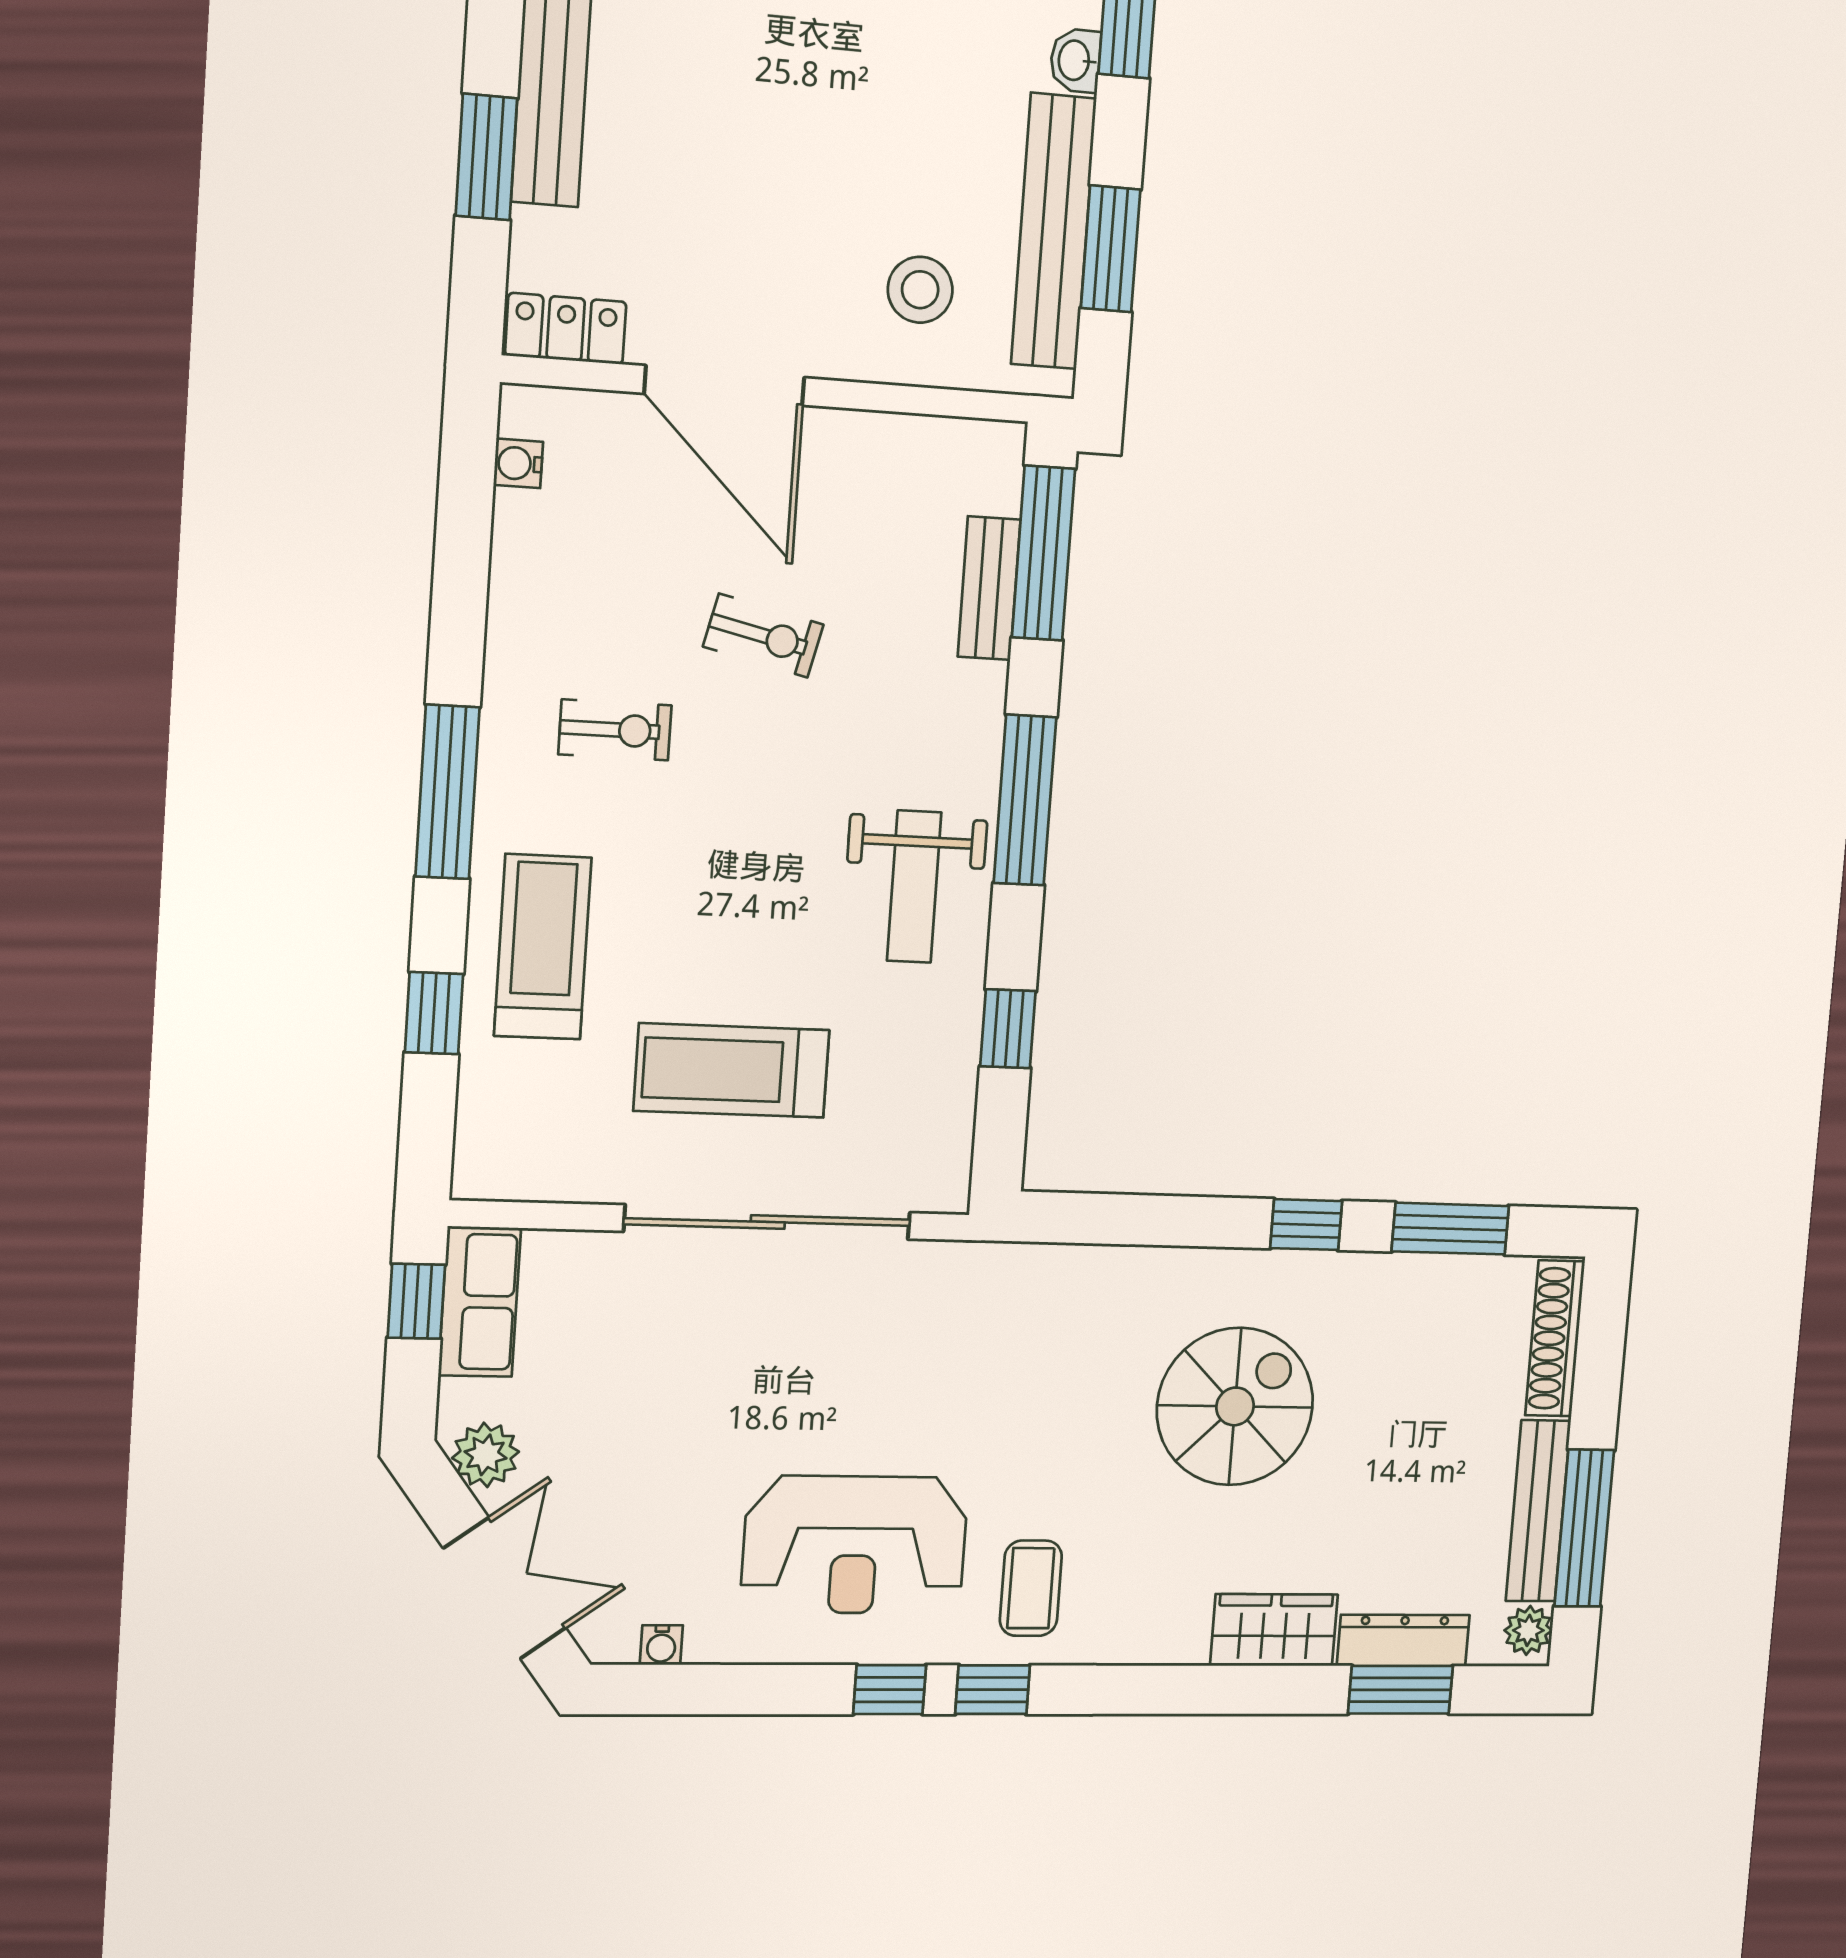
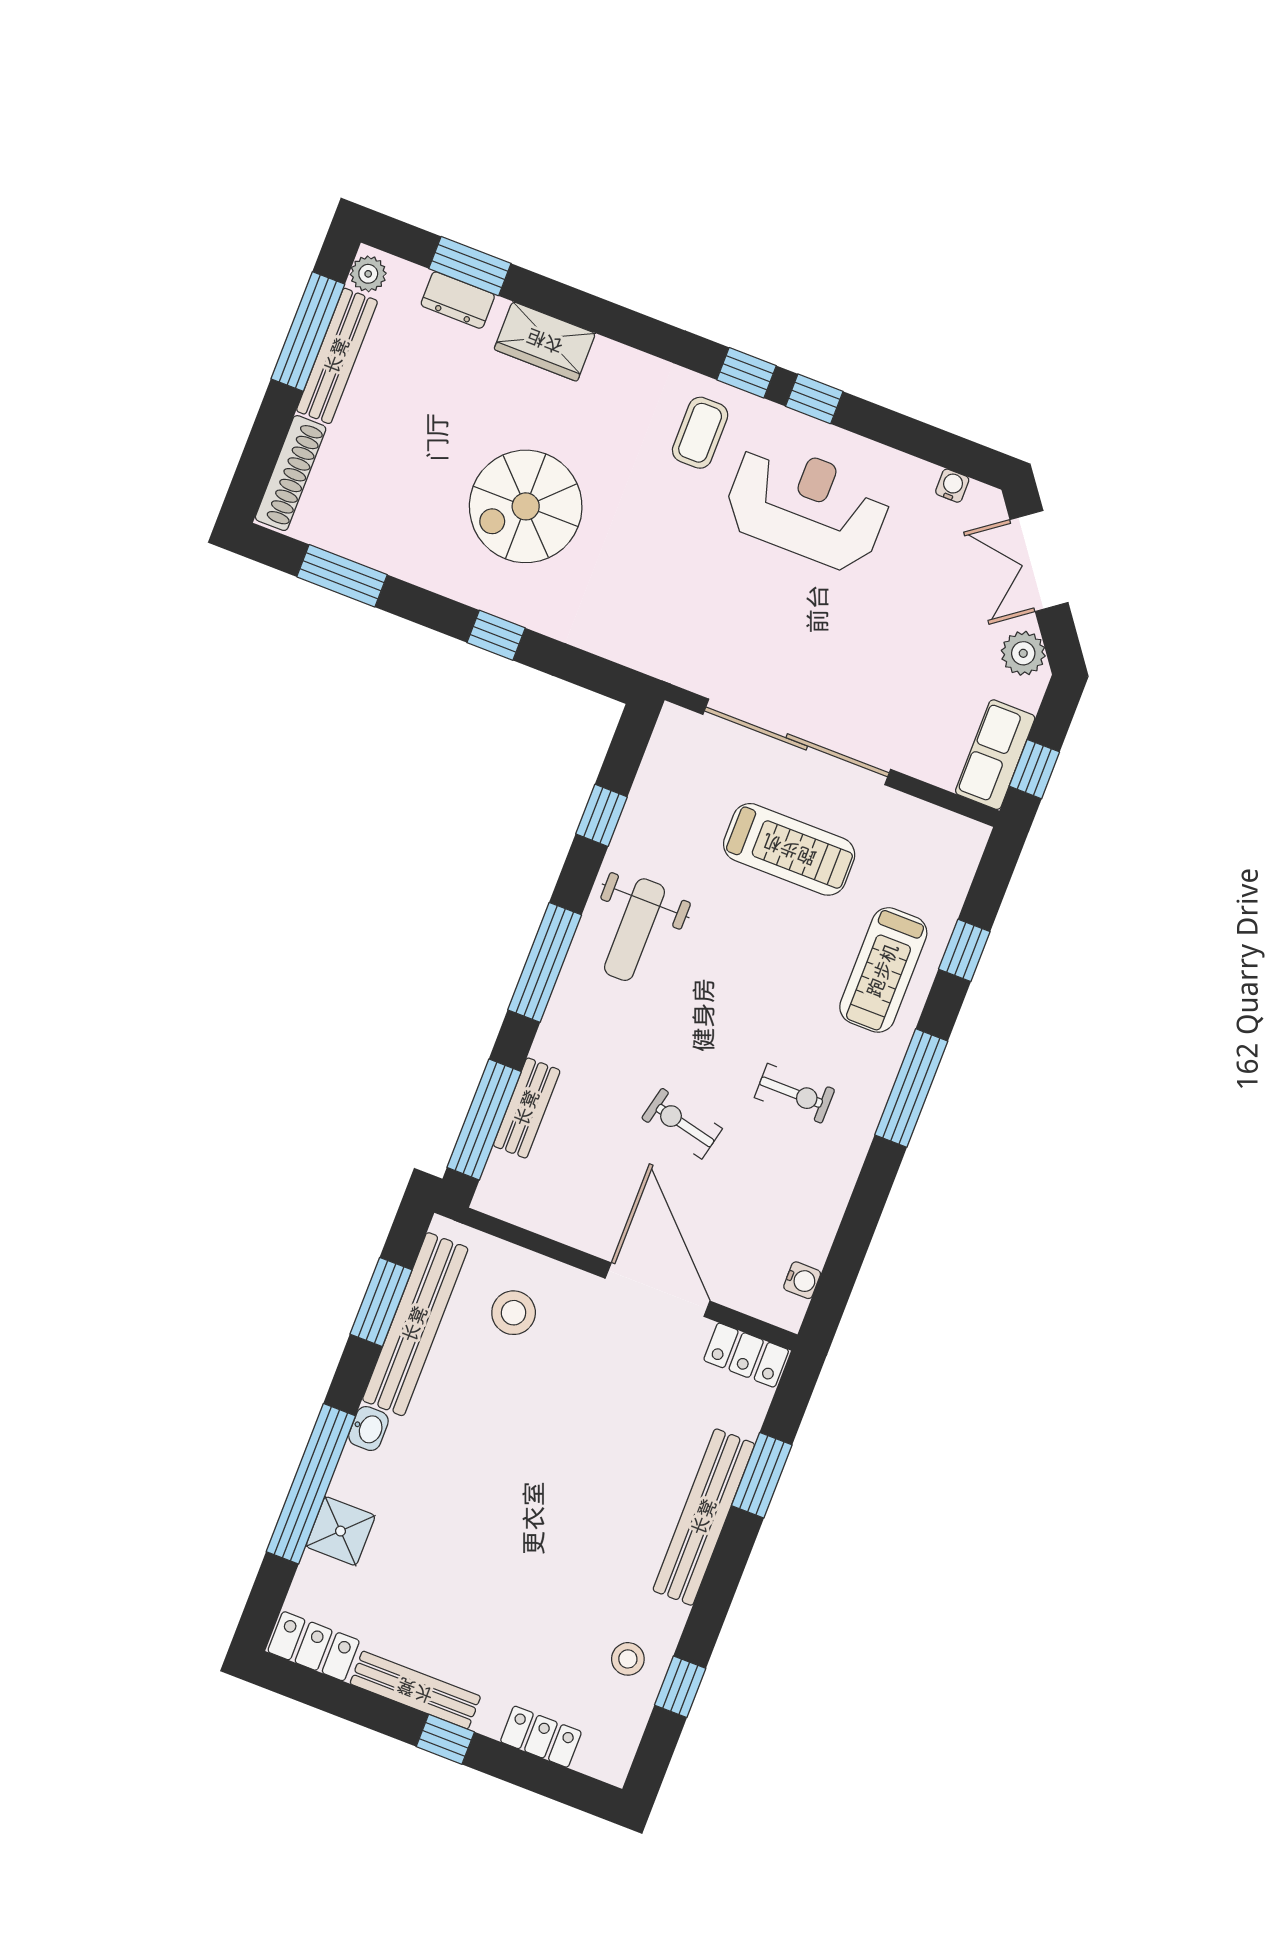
exercise bike: (615, 730) -> (795, 1093), turned 180
weight bench: (914, 887) -> (634, 930), turned 180
window: (1306, 1225) -> (496, 635), moved
dresser: (1403, 1640) -> (458, 300), width x0.70

